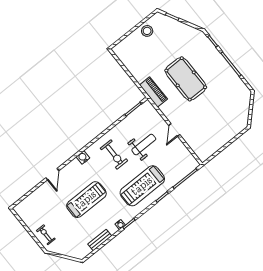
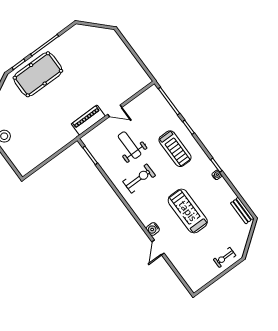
pool table: (186, 79) -> (38, 74), moved
piano: (153, 92) -> (88, 120), moved
water cooler: (83, 157) -> (153, 229), moved
door: (52, 174) -> (158, 247), swing flipped
treadmill: (142, 186) -> (175, 149), width x0.73, depth x0.73
bench: (100, 240) -> (242, 211), moved

